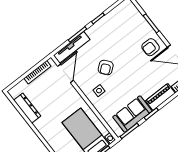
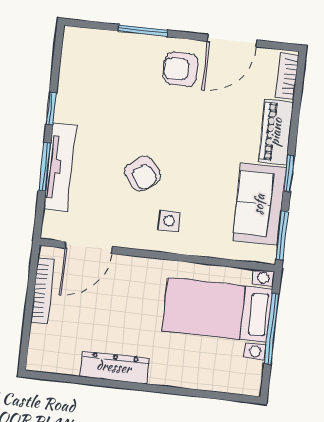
tv unit: (72, 47) -> (60, 167), moved
armchair: (151, 47) -> (180, 69), turned 90
door: (66, 73) -> (88, 247), swing flipped
dresser: (27, 108) -> (114, 367), moved

